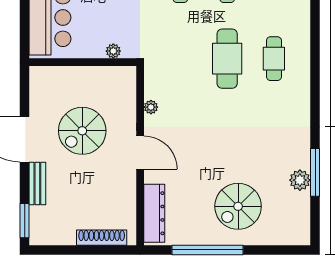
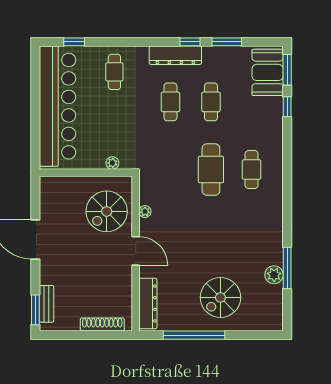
spiral stairs: (82, 131) -> (107, 211), moved
bench: (37, 183) -> (47, 304), moved

